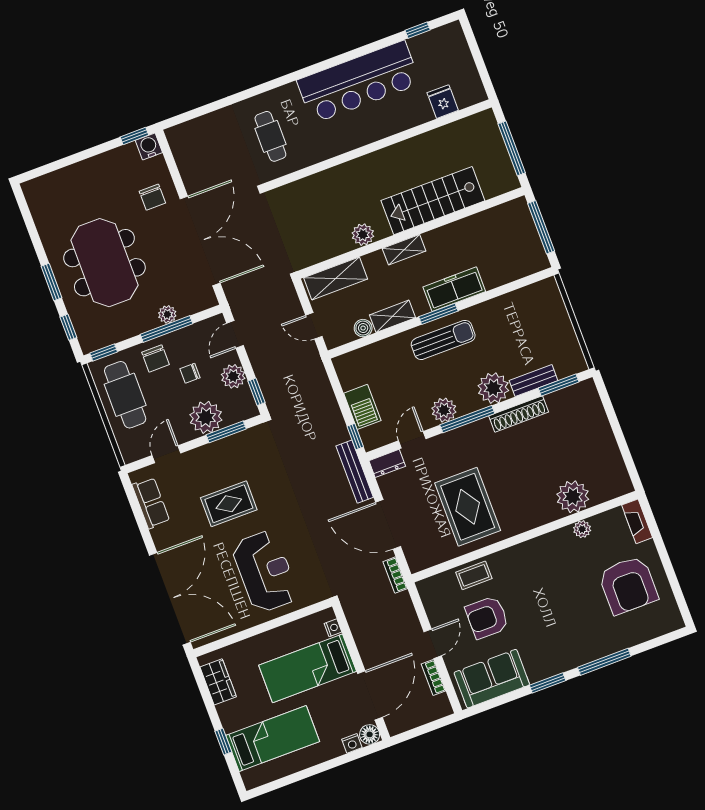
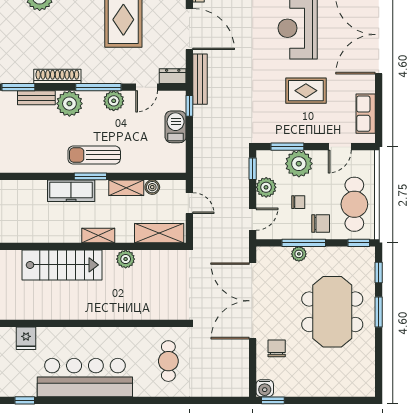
chair: (155, 358) -> (321, 223), turned 90

